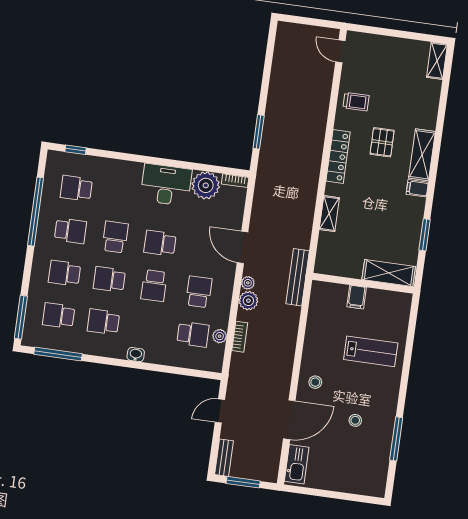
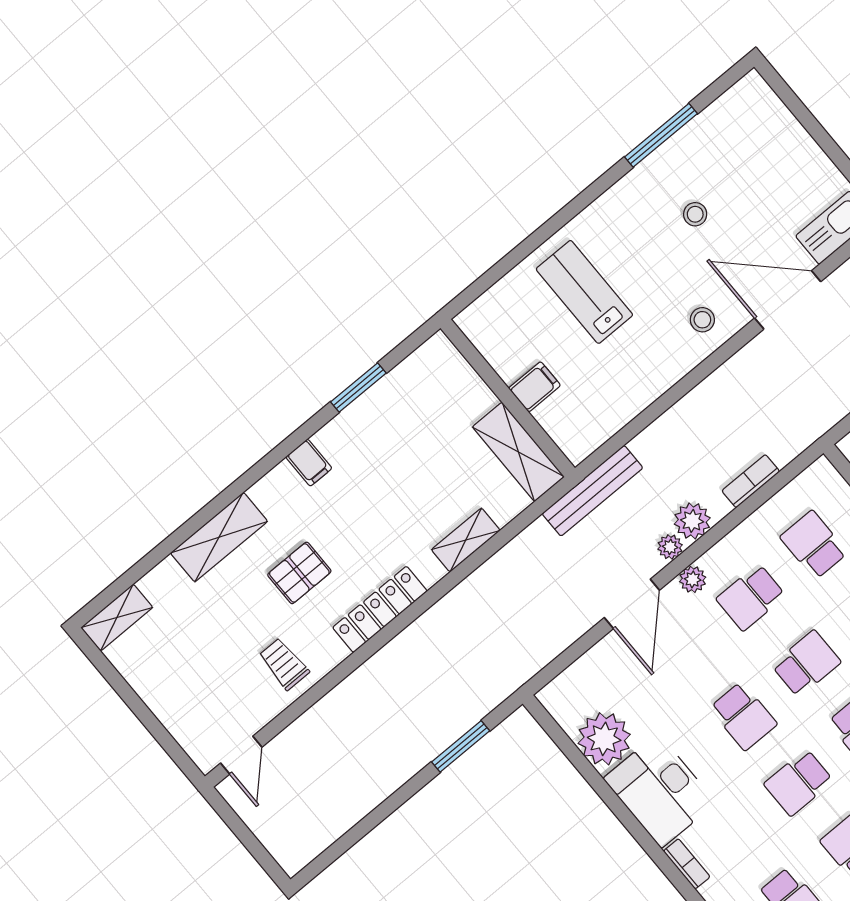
shelving: (422, 155) -> (219, 537), moved
bookcase: (235, 181) -> (687, 864), moved
shelving: (389, 273) -> (518, 452), moved
plant: (220, 336) -> (693, 579), moved

